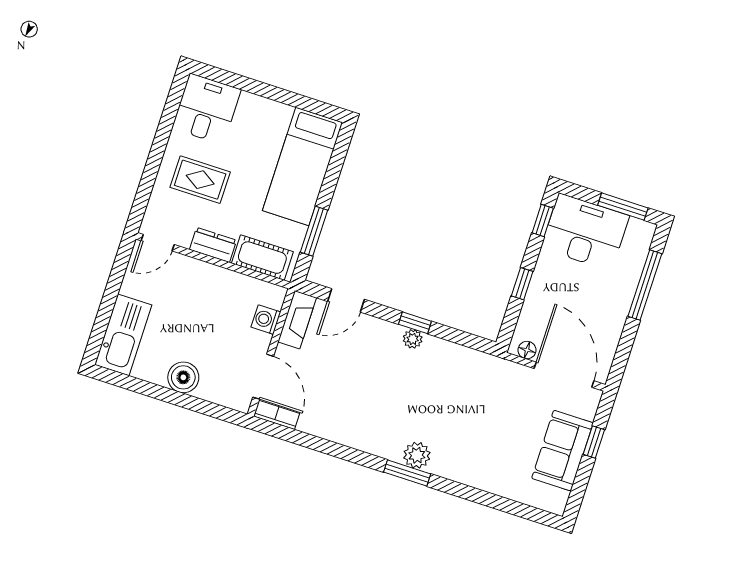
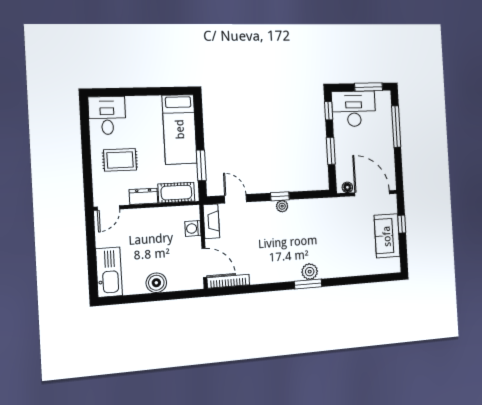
window: (522, 284) -> (331, 151), width x1.50
door: (346, 300) -> (236, 199), swing flipped
bookcase: (277, 415) -> (228, 281), width x1.56

